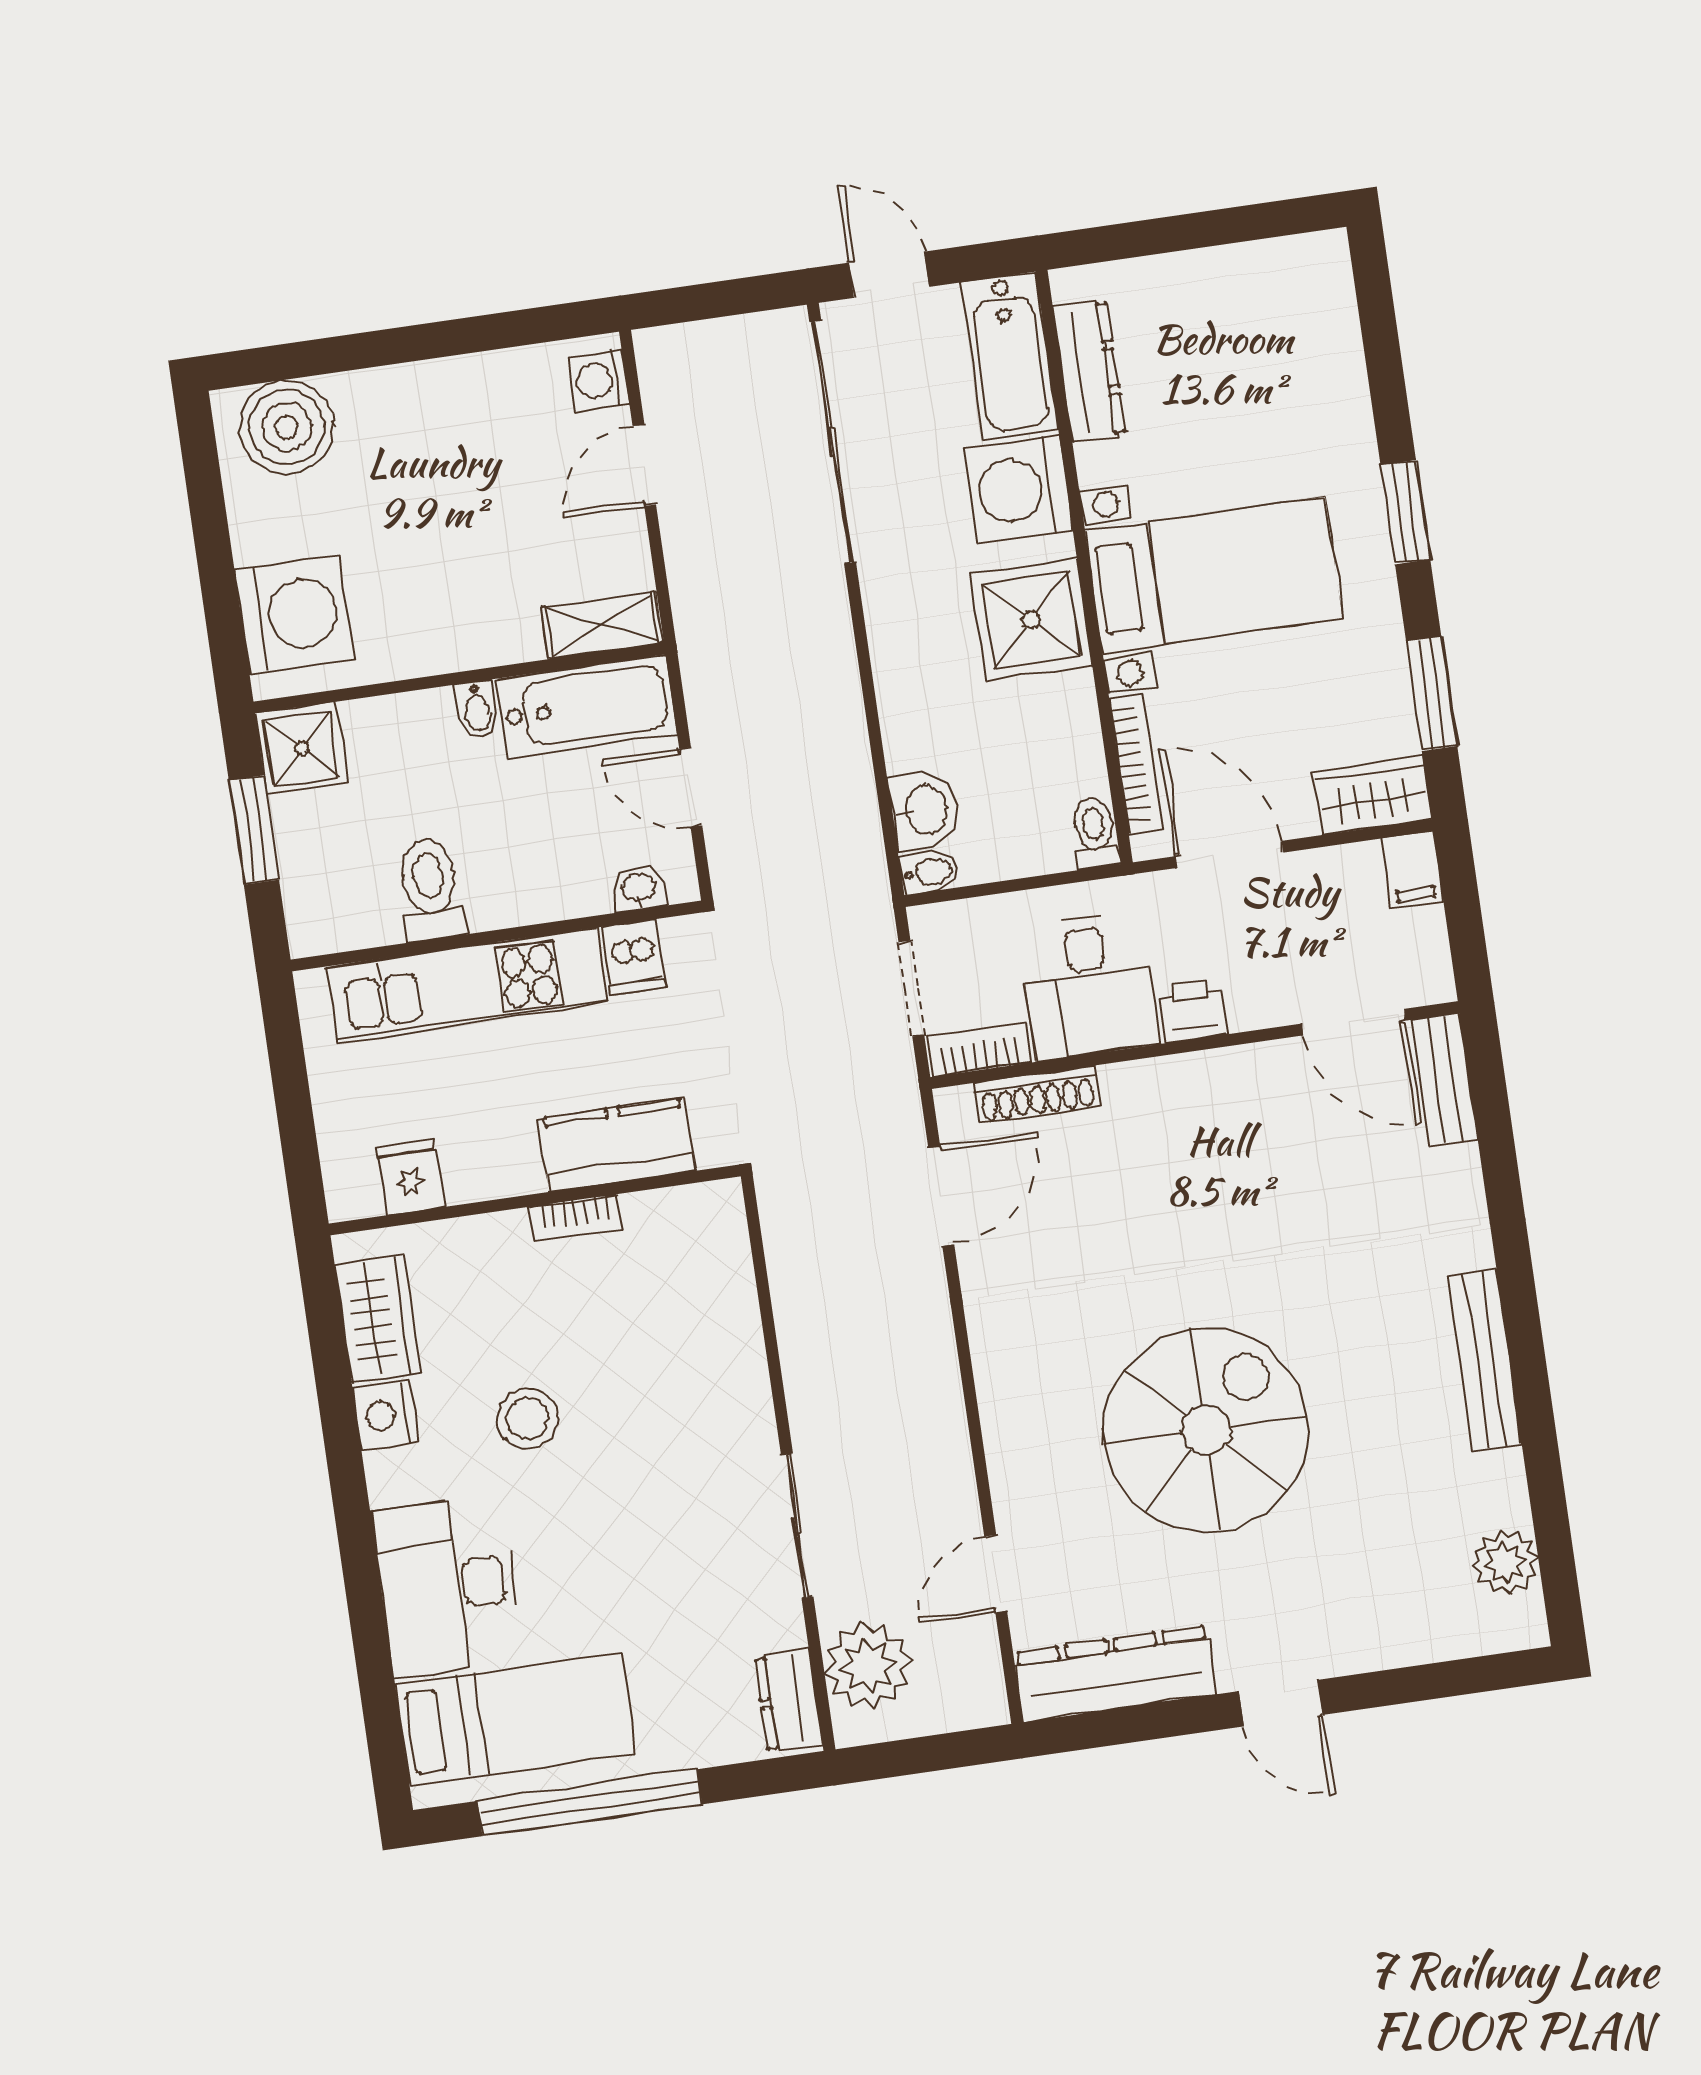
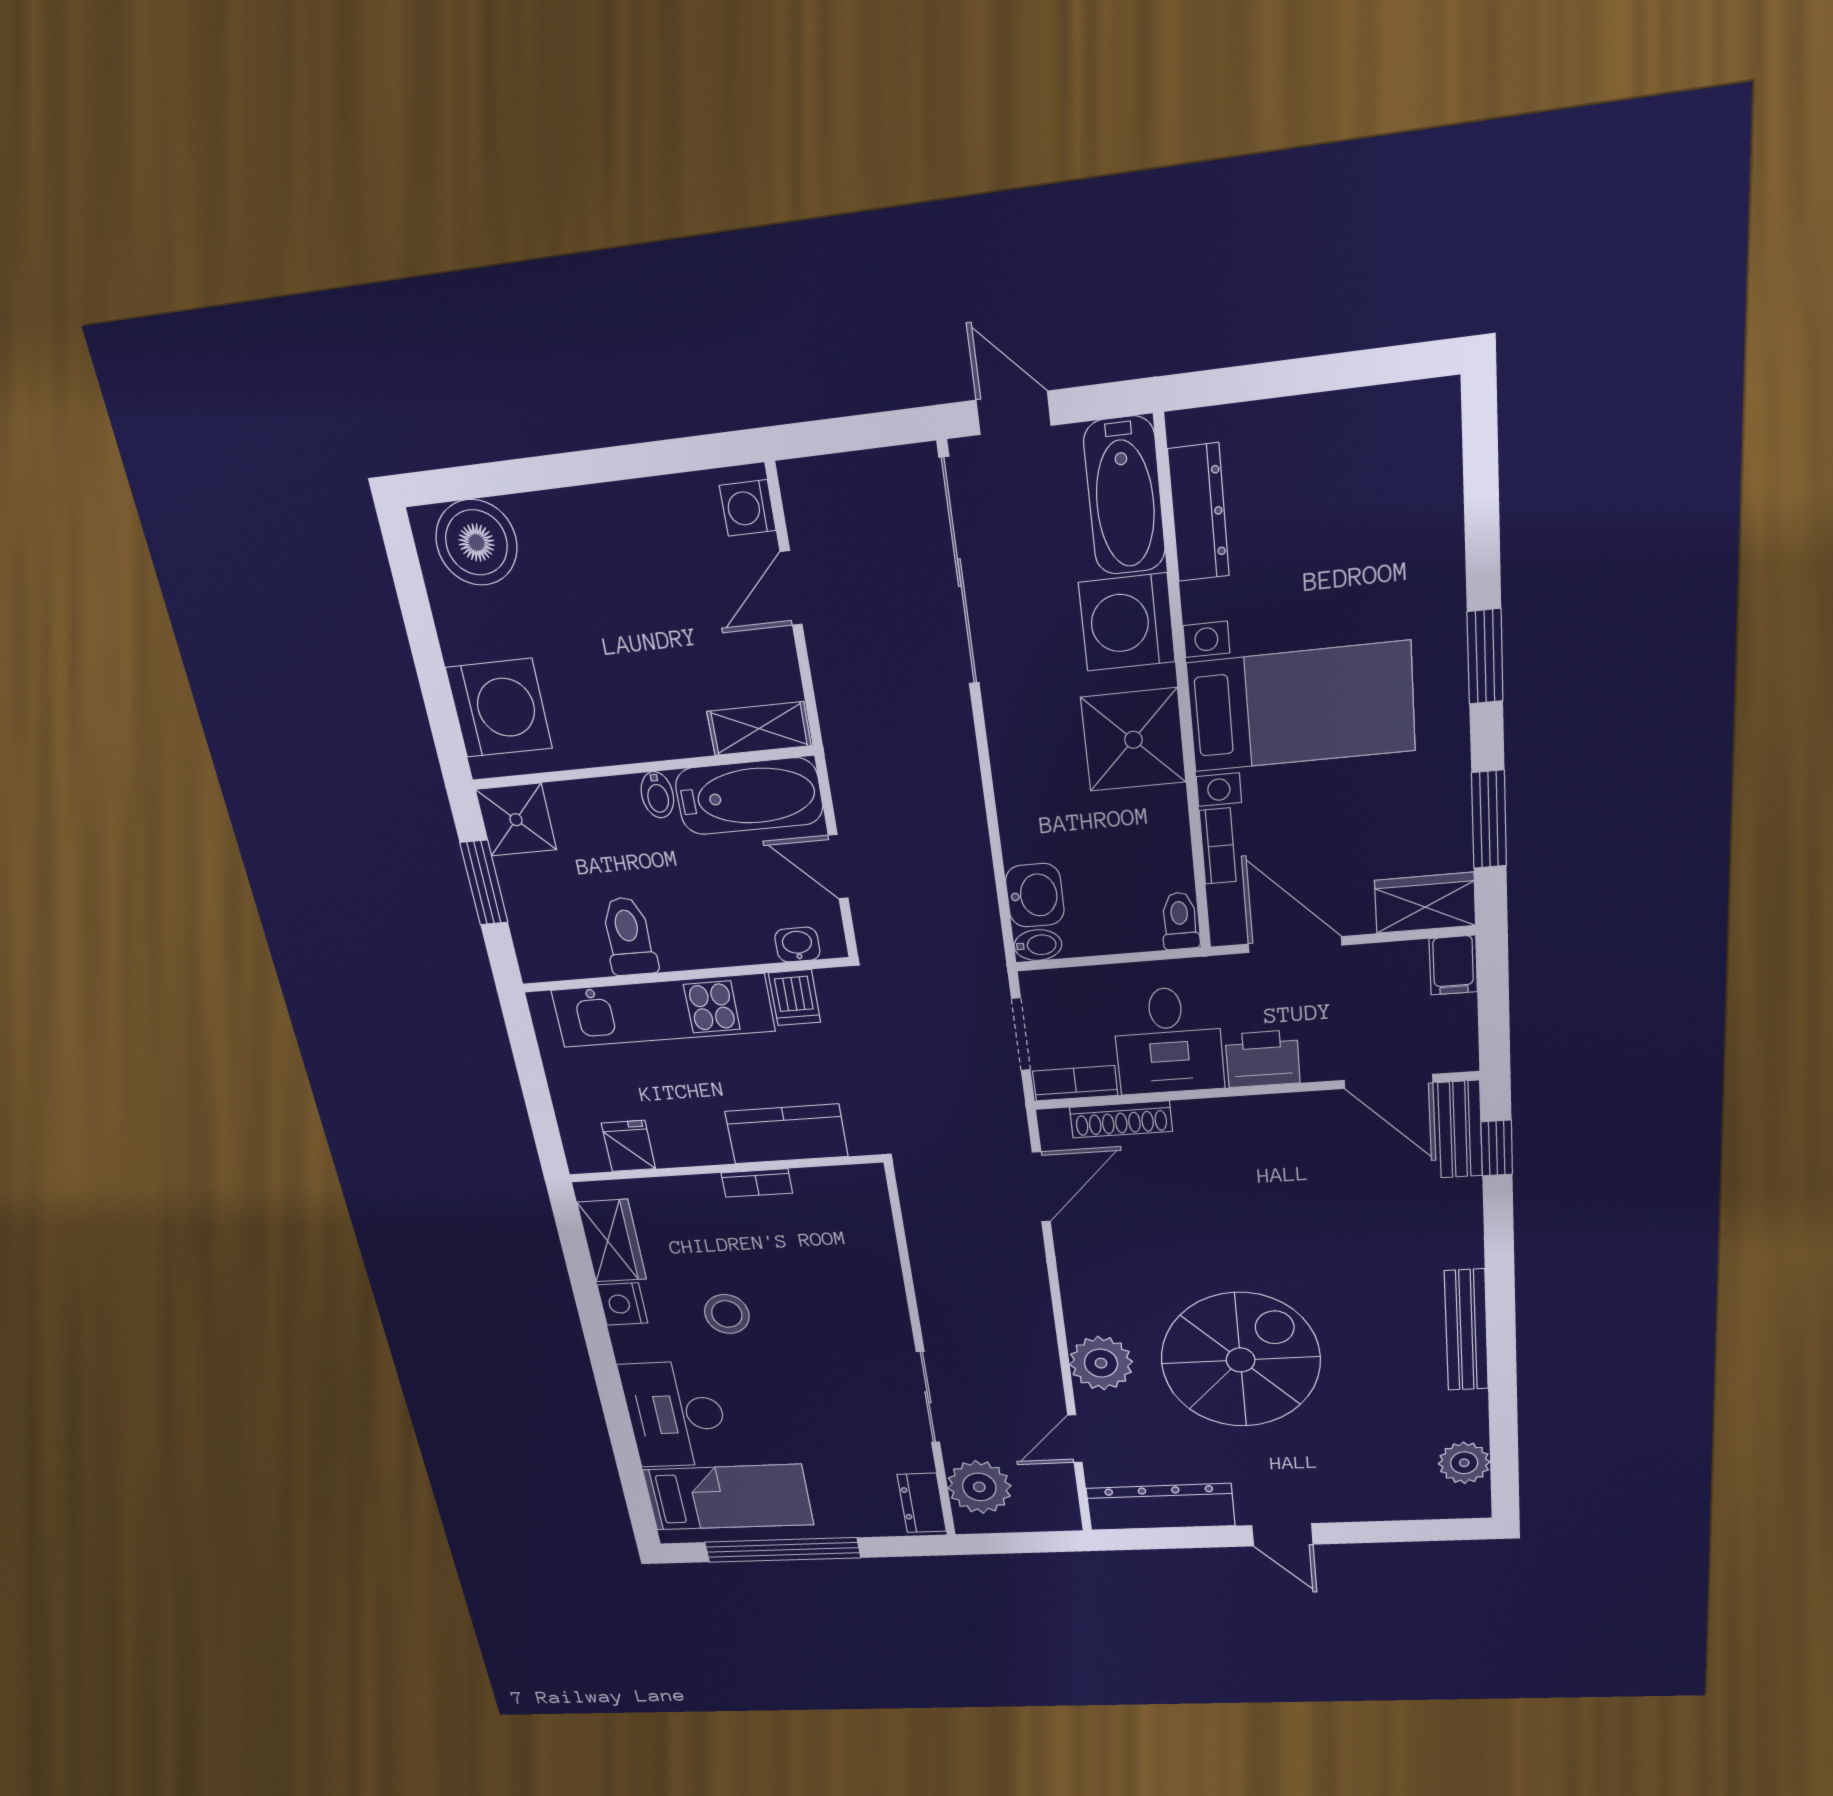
bookcase: (1136, 764) -> (1218, 846), width x0.64
printer: (1193, 1011) -> (1263, 1059), width x1.36, depth x1.24
window: (1490, 1102) -> (1497, 1148), added
plant: (1026, 1451) -> (1101, 1363), added

